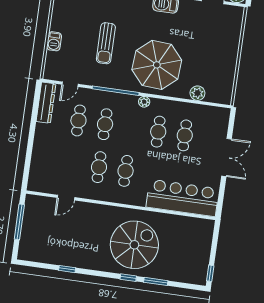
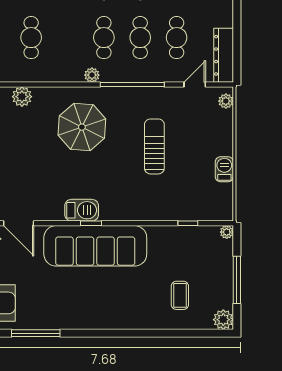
barbecue: (54, 41) -> (224, 169), moved
parasol: (157, 65) -> (82, 127), width x0.73, depth x0.73
plant: (49, 69) -> (226, 101), added
cafe table: (158, 132) -> (104, 38), moved

